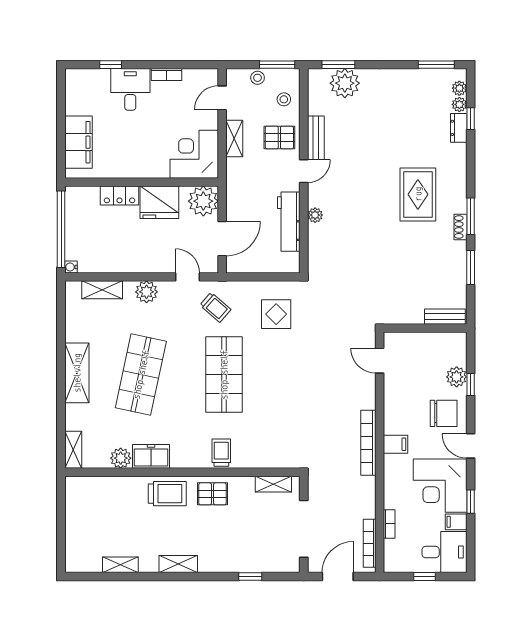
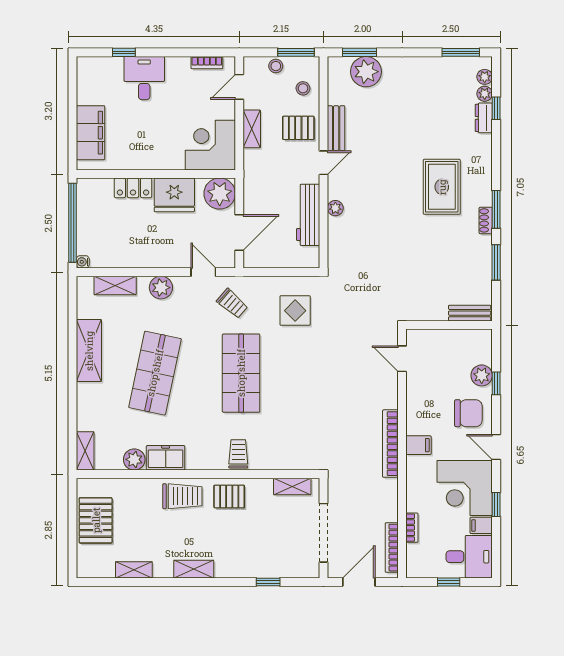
bookcase: (166, 74) -> (207, 63), moved
shelving: (77, 373) -> (89, 351), moved
pallet: (83, 517) -> (96, 520), added

